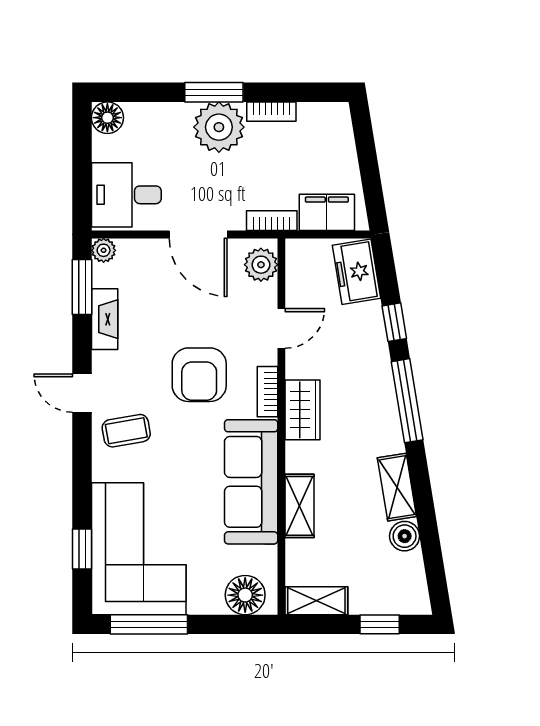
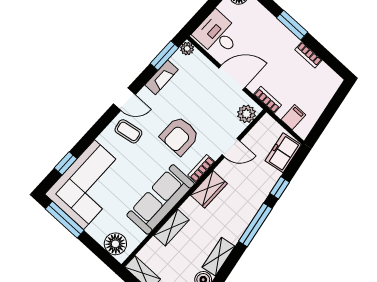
plant: (219, 127) -> (281, 41), removed
filing cabinet: (327, 212) -> (293, 117), width x0.50
door: (198, 234) -> (232, 78), swing flipped
door: (82, 393) -> (124, 99), swing flipped

